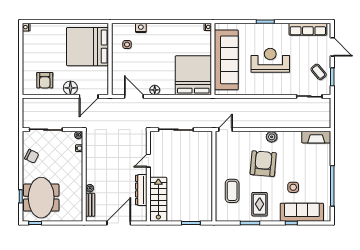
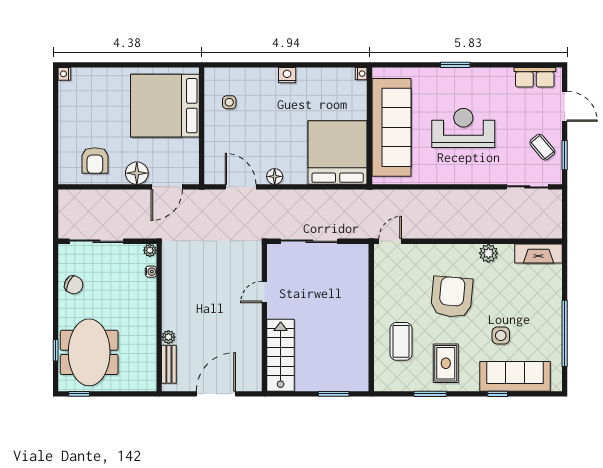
nightstand: (141, 28) -> (287, 75), moved
row of seats: (308, 29) -> (535, 77), width x0.68
plant: (272, 137) -> (488, 253), moved
dresser: (141, 190) -> (253, 340), removed

